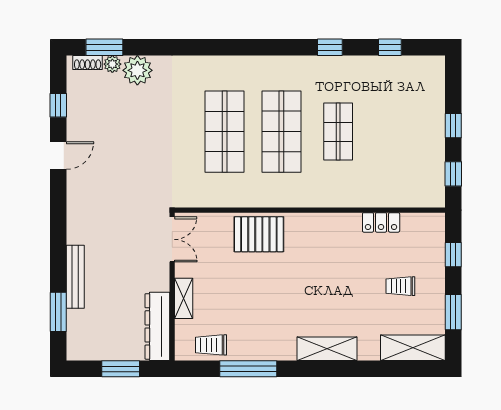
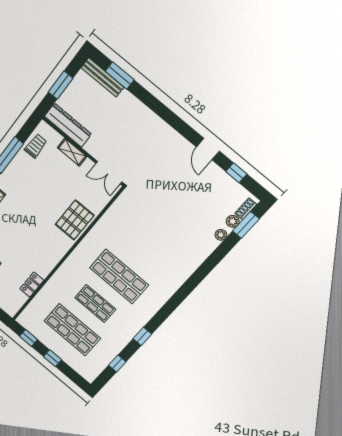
plant: (137, 70) -> (221, 235), width x0.53, depth x0.53
shop shelf: (225, 132) -> (72, 330), moved
bench: (75, 277) -> (102, 77), moved

